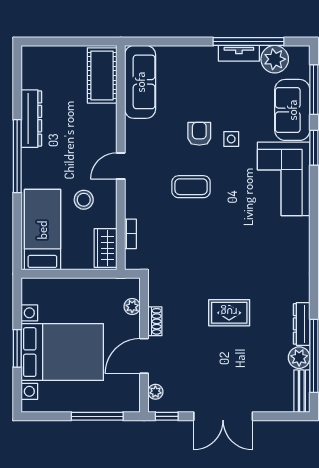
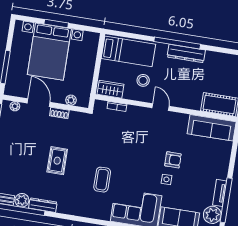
dresser: (31, 119) -> (186, 54), moved
coffee table: (191, 187) -> (102, 180), moved

